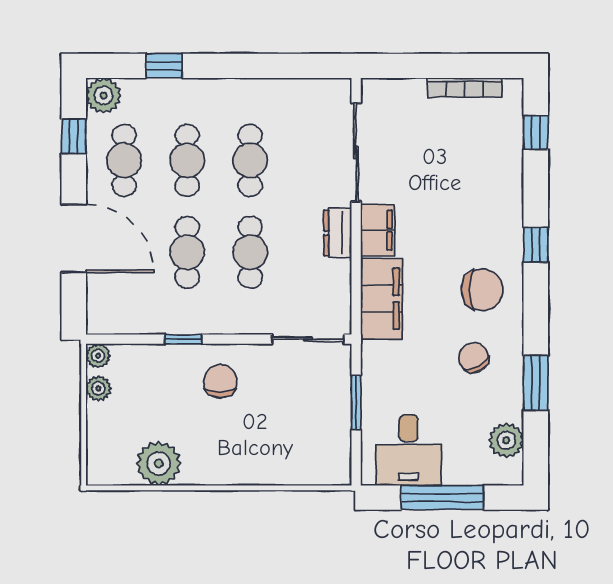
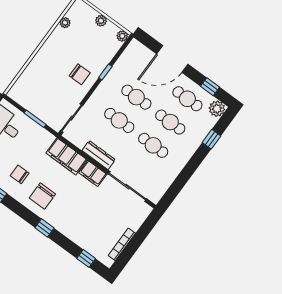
dresser: (338, 233) -> (99, 155), width x1.44
chair: (474, 358) -> (20, 174), turned -151
plant: (98, 388) -> (101, 21), moved
plant: (159, 463) -> (65, 23), width x0.53, depth x0.53

